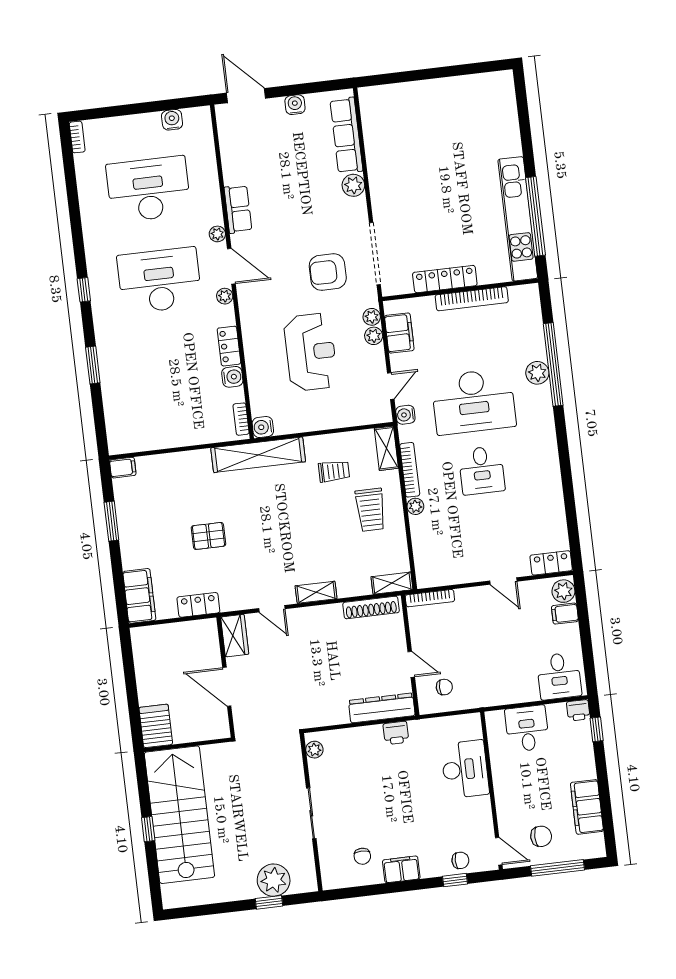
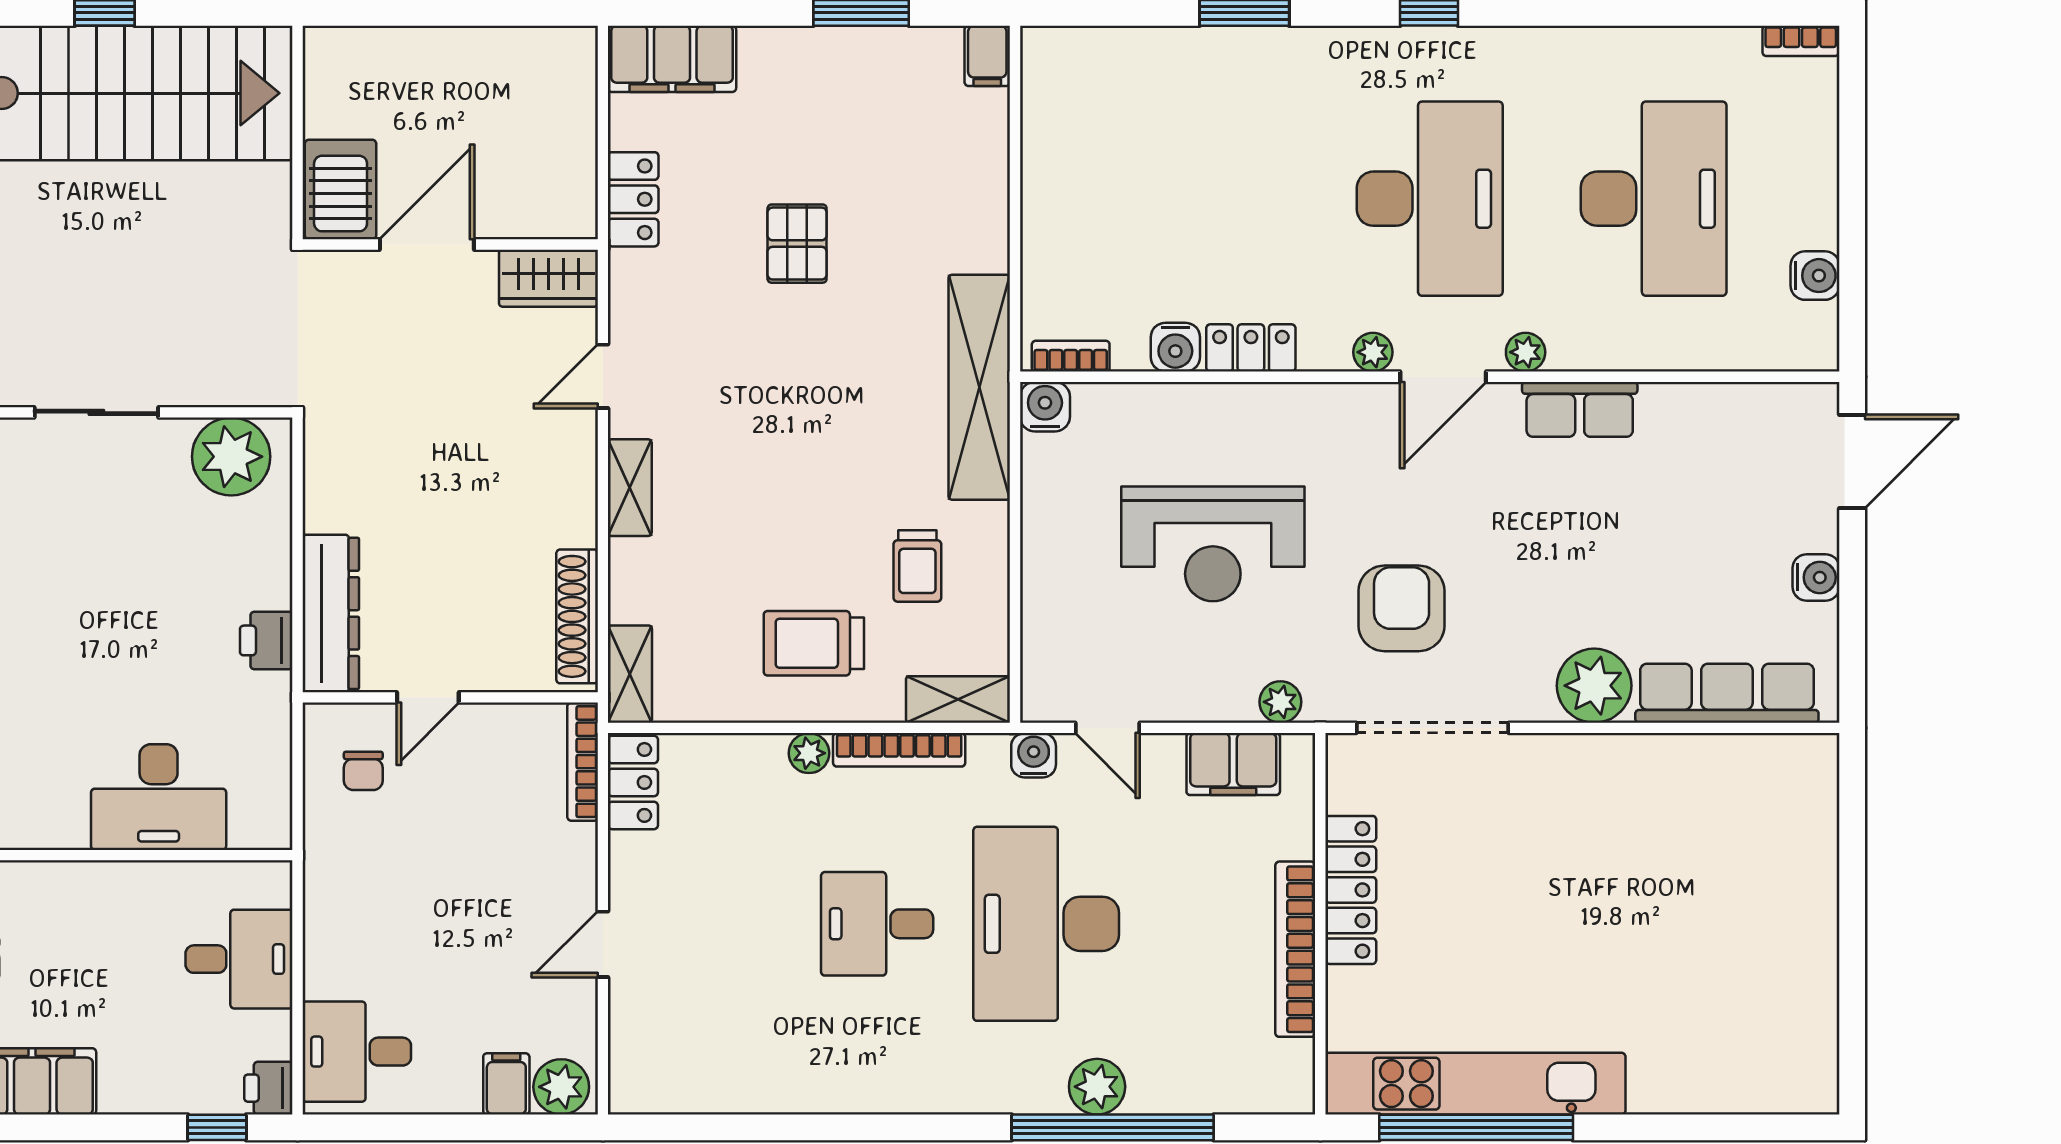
plant: (353, 185) -> (1594, 686), width x1.36, depth x1.36
plant: (374, 336) -> (1234, 701), removed
locker: (551, 563) -> (633, 782), moved
server rack: (156, 726) -> (341, 190), moved, turned -90
plant: (314, 750) -> (231, 457), width x1.88, depth x1.88

